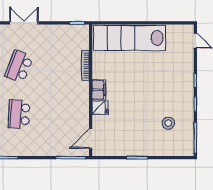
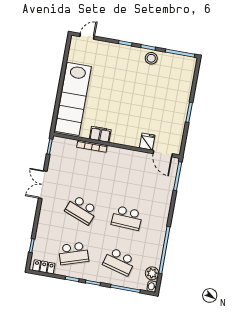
double door: (24, 23) -> (43, 185), moved
filing cabinet: (99, 90) -> (100, 134), moved
fridge: (100, 108) -> (147, 142), moved
stool: (168, 123) -> (151, 58), moved

